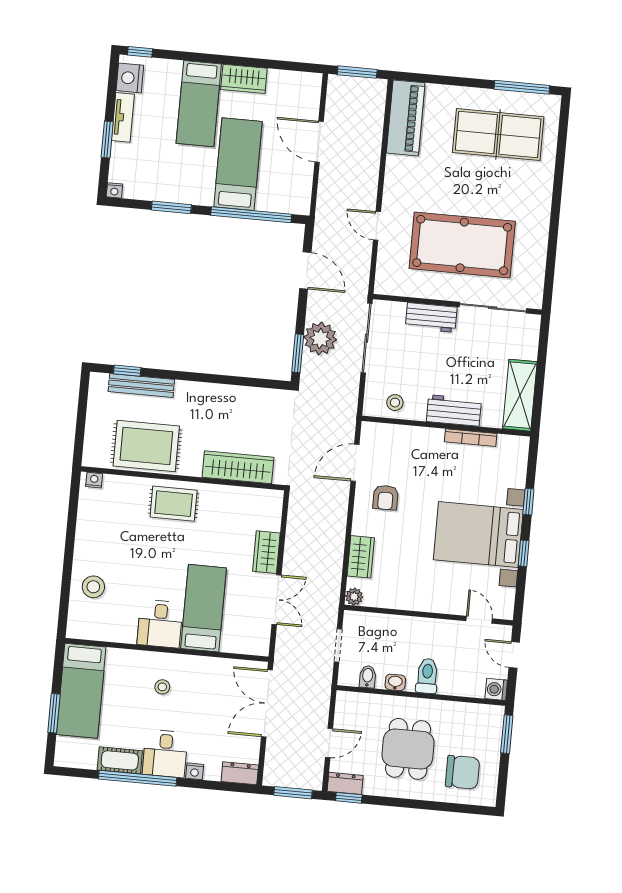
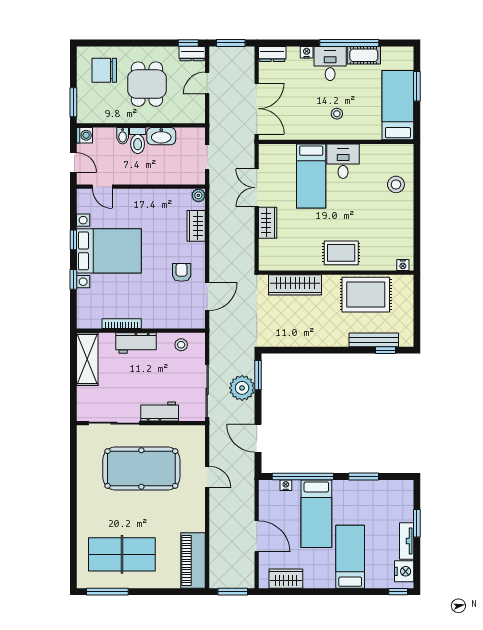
wardrobe: (244, 79) -> (286, 579), moved
nightstand: (114, 190) -> (286, 485), moved
bidet: (368, 677) -> (123, 136), moved
washbasin: (395, 682) -> (161, 136), width x1.91, depth x1.45

